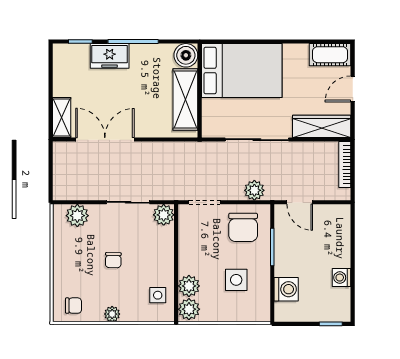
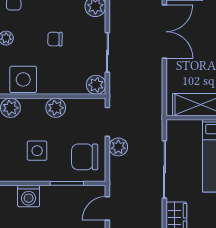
plant: (254, 190) -> (118, 147), moved
plant: (189, 286) -> (56, 108), moved
side table: (158, 295) -> (23, 79), width x1.87, depth x1.87

